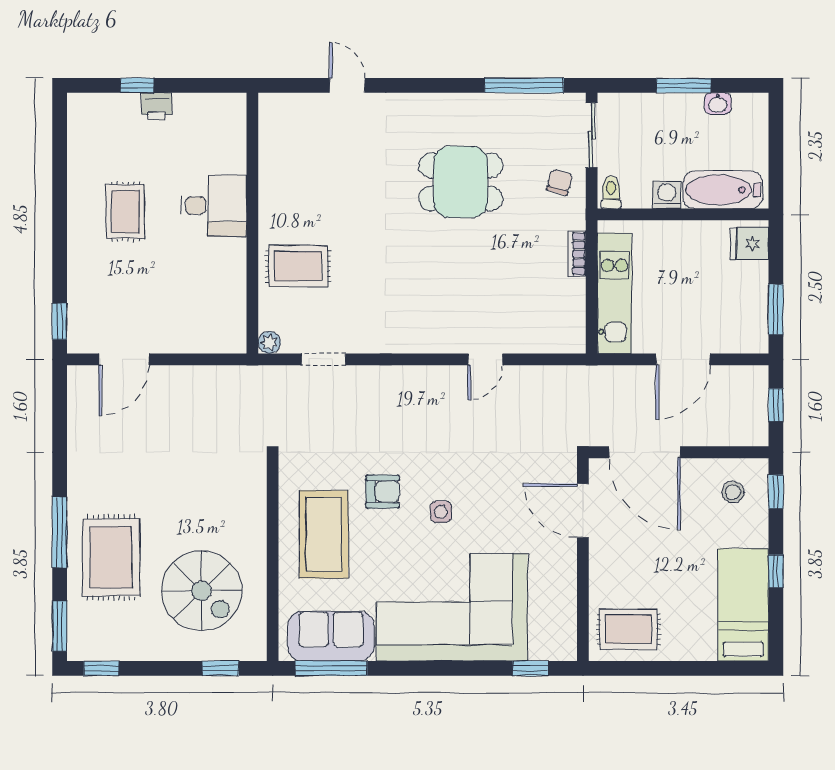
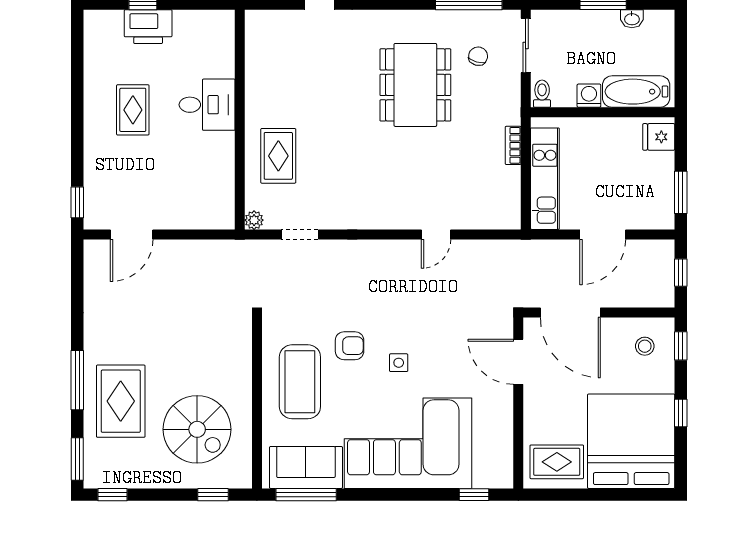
printer: (157, 106) -> (148, 27), width x1.87, depth x1.48
dining table: (461, 182) -> (415, 85), width x1.38
chair: (560, 182) -> (478, 56), moved
rug: (298, 266) -> (278, 156), turned 90
bed: (743, 605) -> (631, 441), width x2.04

